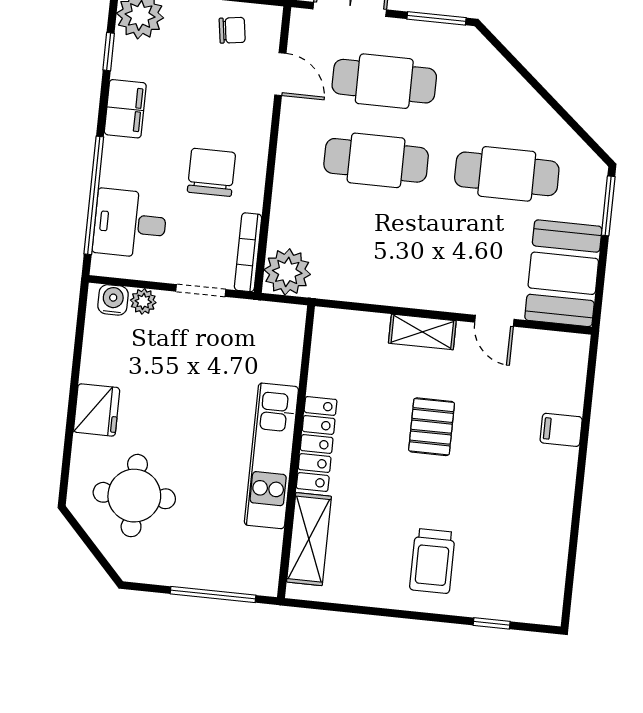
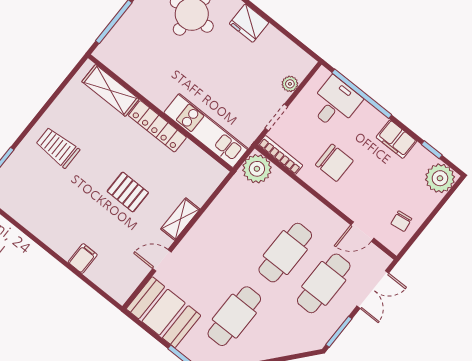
water cooler: (113, 300) -> (301, 69), removed
kitchen unit: (271, 456) -> (206, 131), moved

